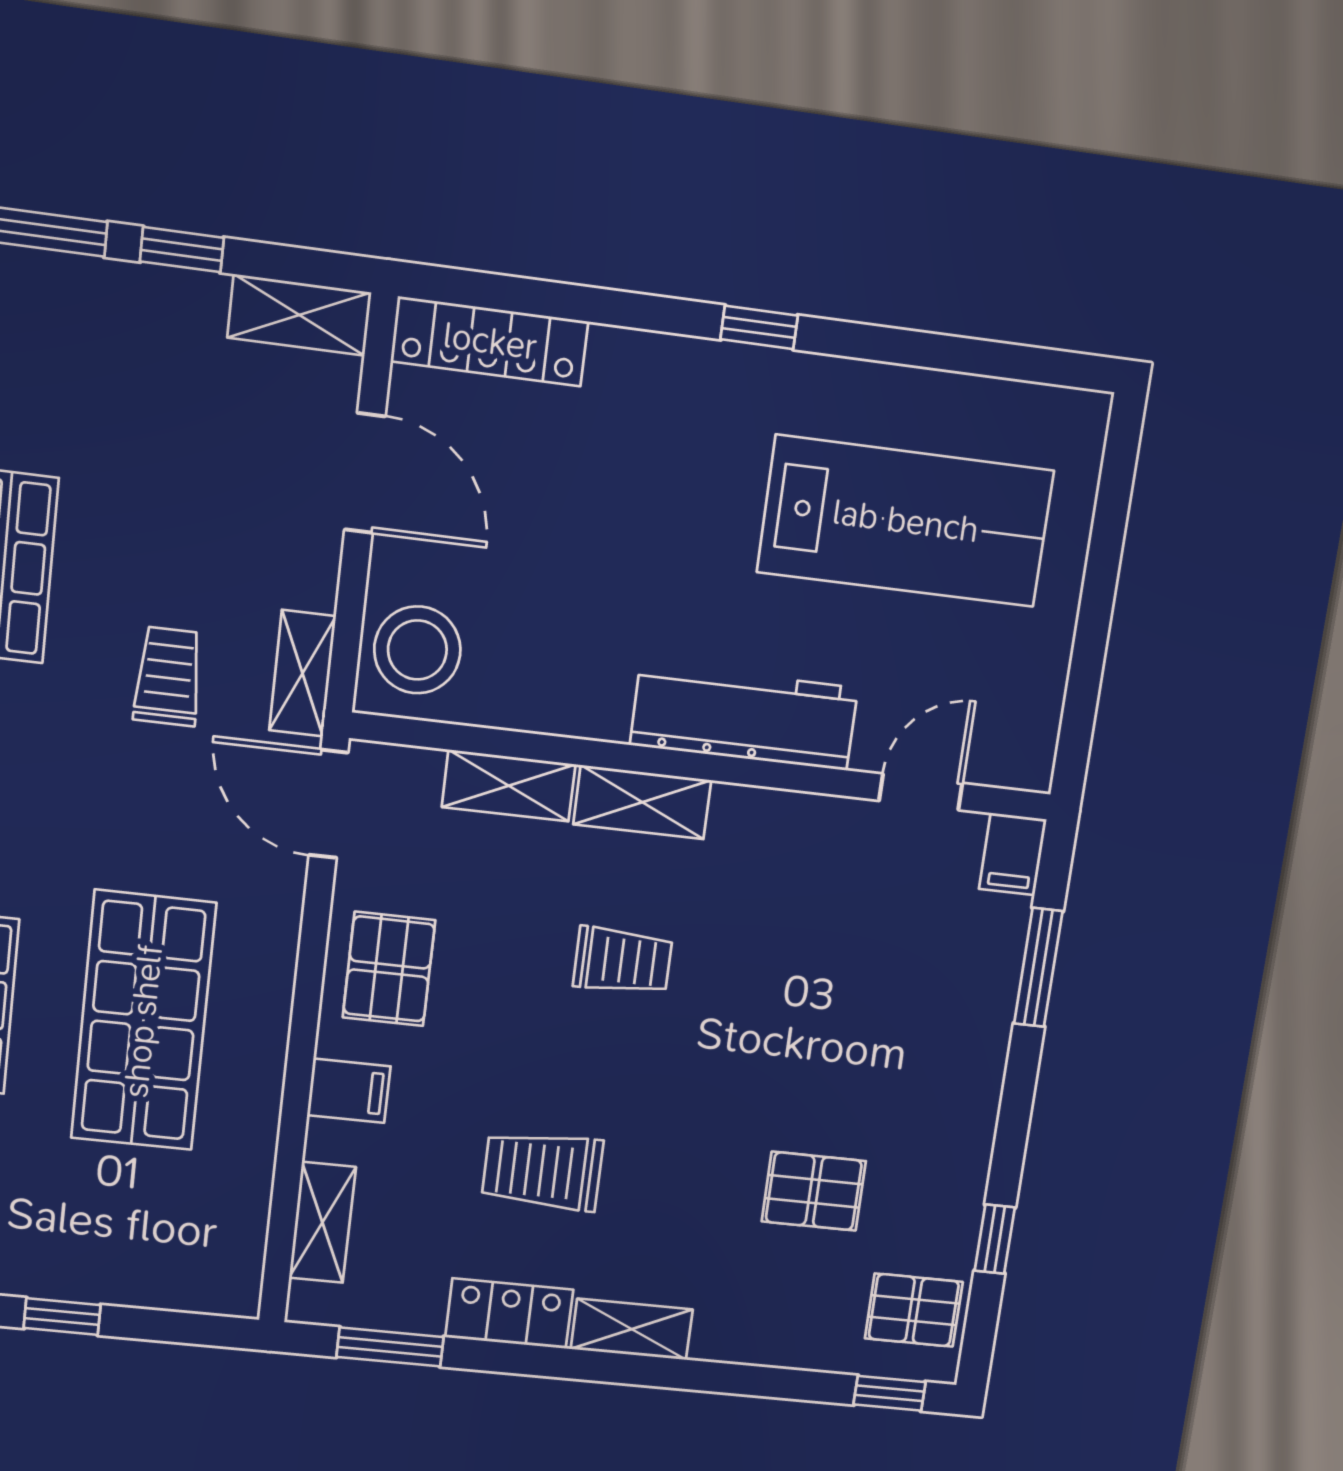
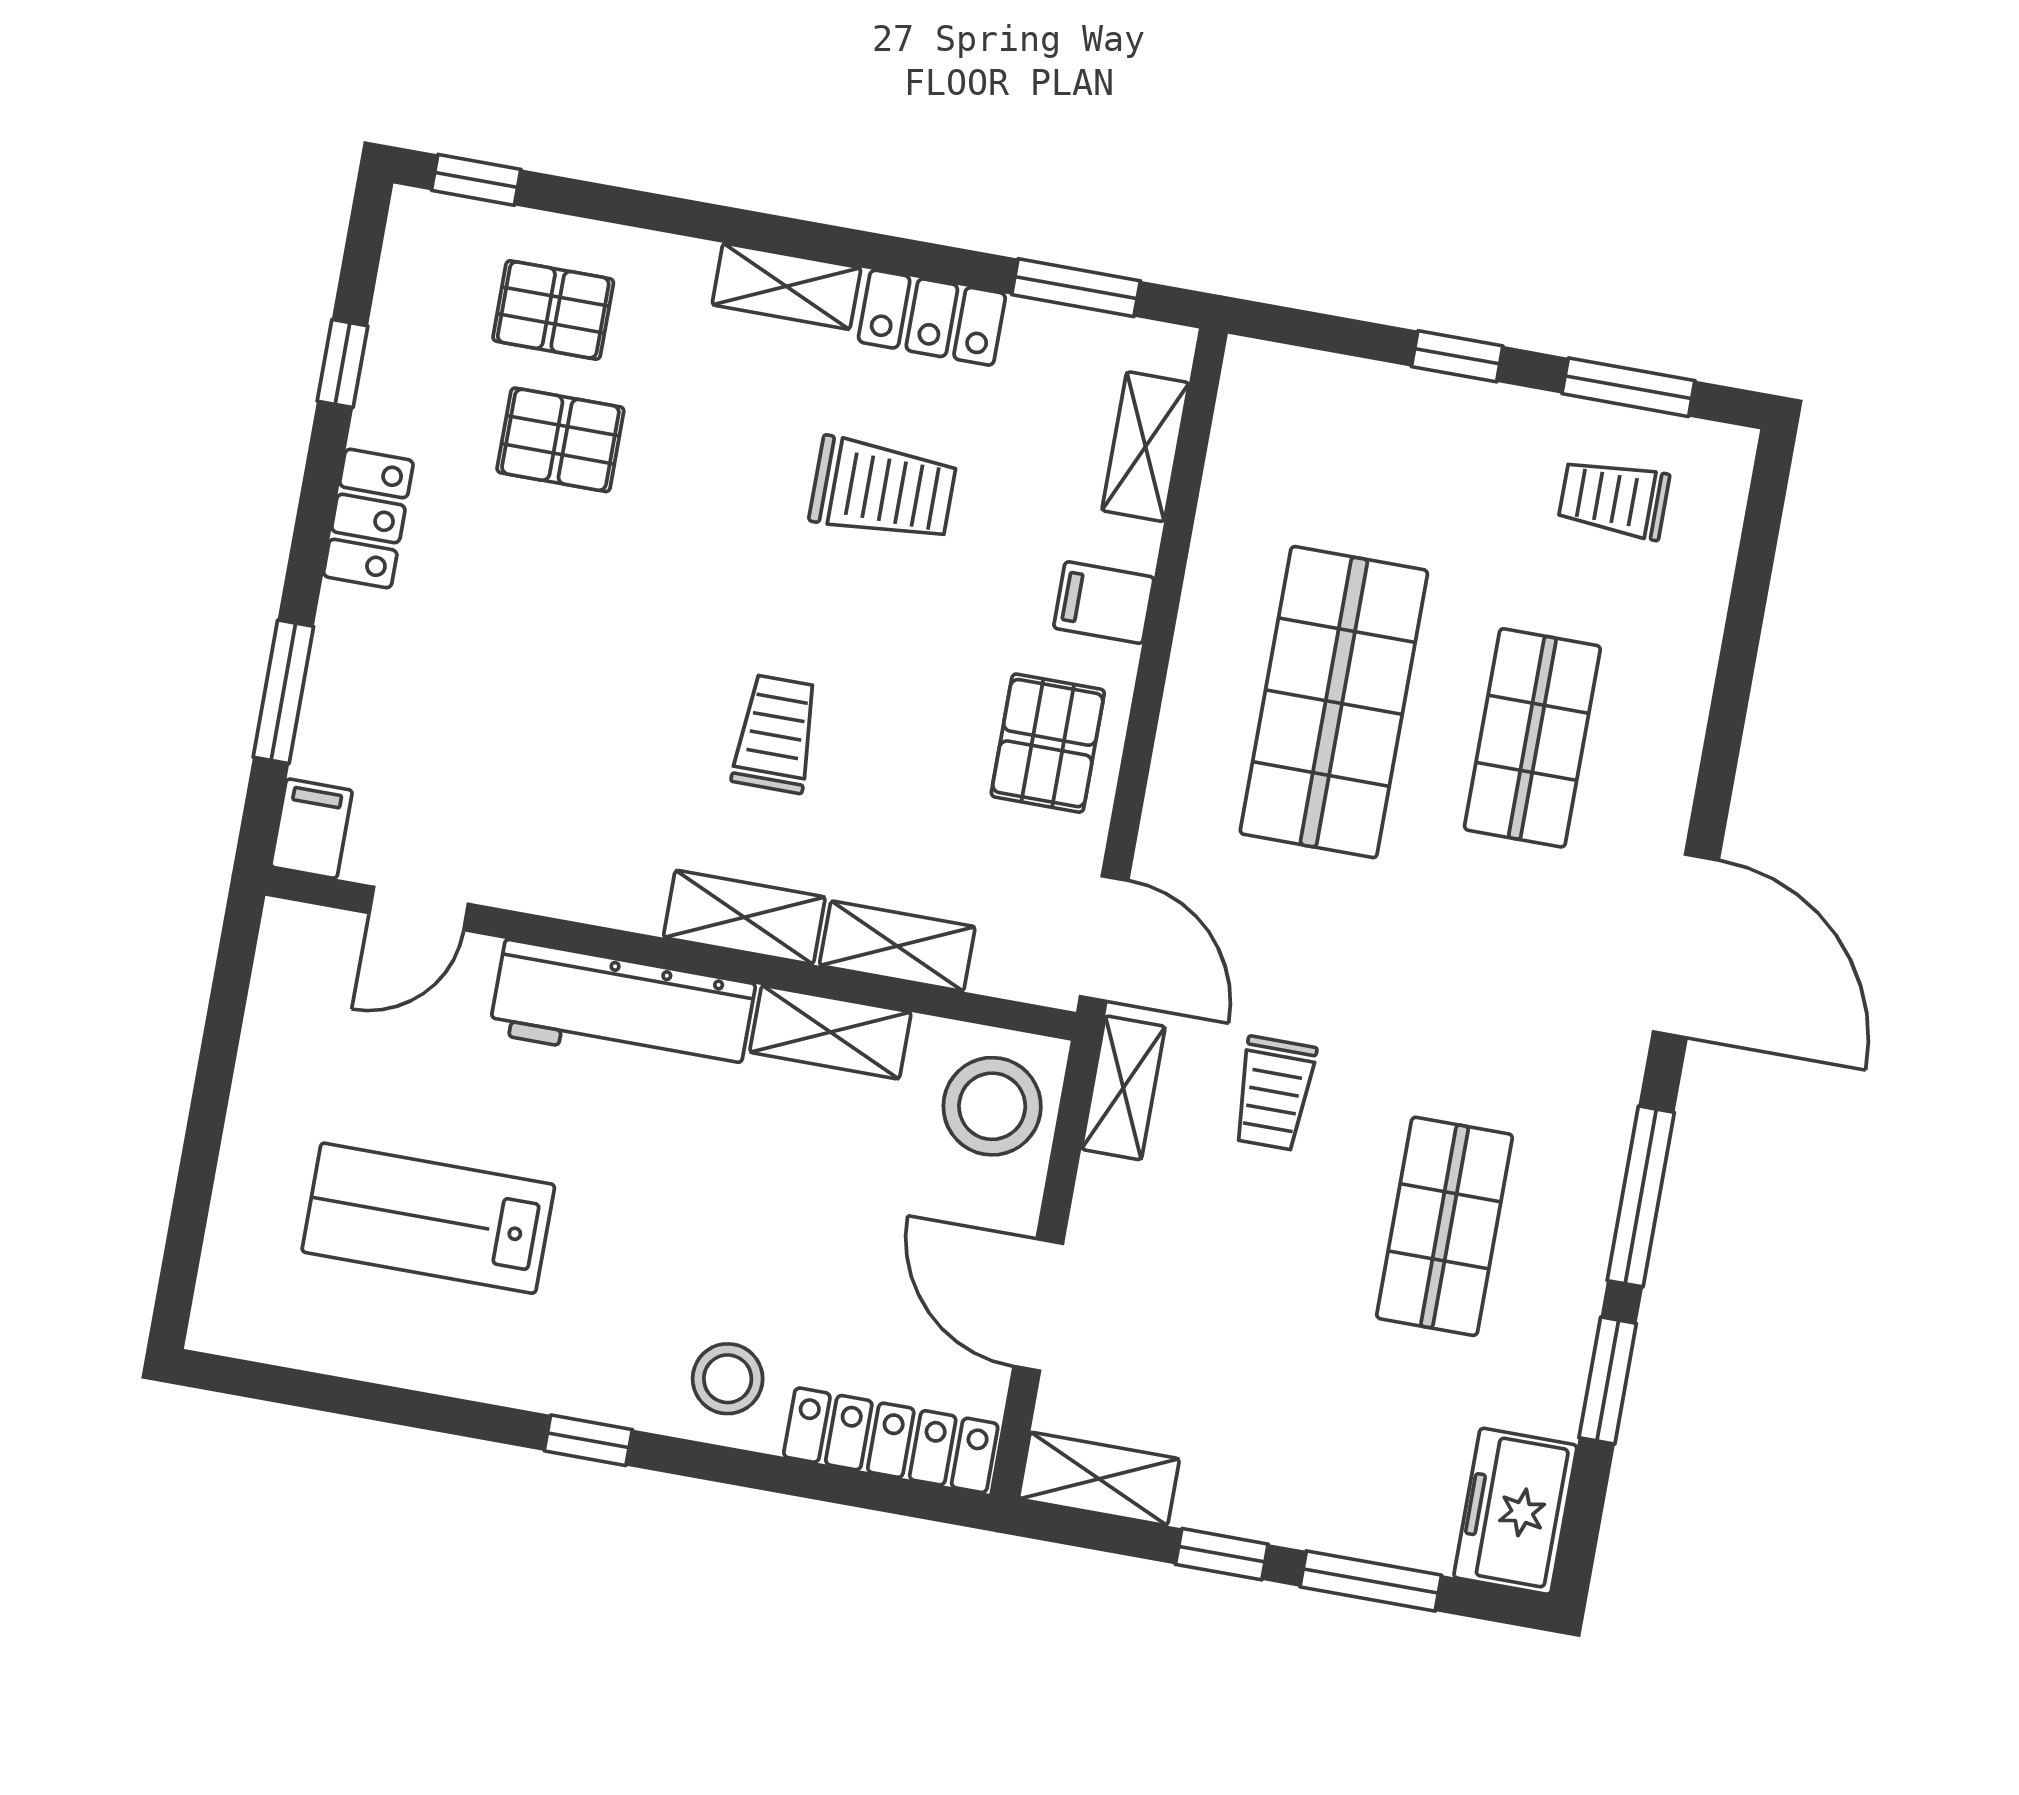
stool: (638, 390) -> (728, 1379), added
lab bench: (906, 521) -> (428, 1218), width x0.73, depth x0.72
shelving: (563, 707) -> (830, 1032), added
trolley: (623, 961) -> (776, 734), turned 90
locker: (971, 1115) -> (368, 518), added
pallet: (914, 1310) -> (553, 310), moved

